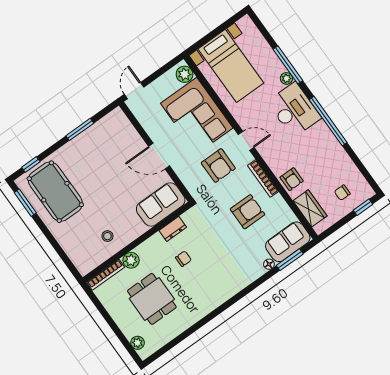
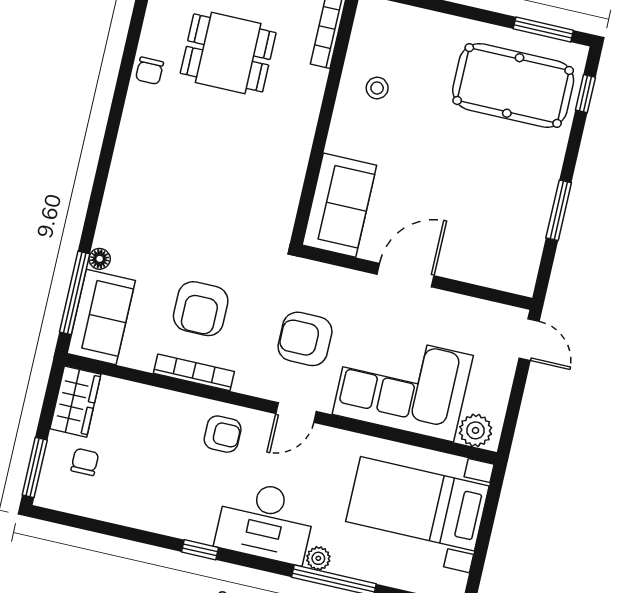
window: (328, 121) -> (200, 550), width x0.32
bookcase: (263, 178) -> (194, 372), moved
armchair: (292, 179) -> (223, 434), moved, turned 180
window: (363, 207) -> (35, 468), width x1.50
wardrobe: (310, 208) -> (75, 402), moved, turned -90
dresser: (173, 229) -> (289, 185), removed
chair: (183, 259) -> (150, 71), moved
plant: (131, 260) -> (310, 83), removed
window: (290, 260) -> (75, 293), width x1.44

